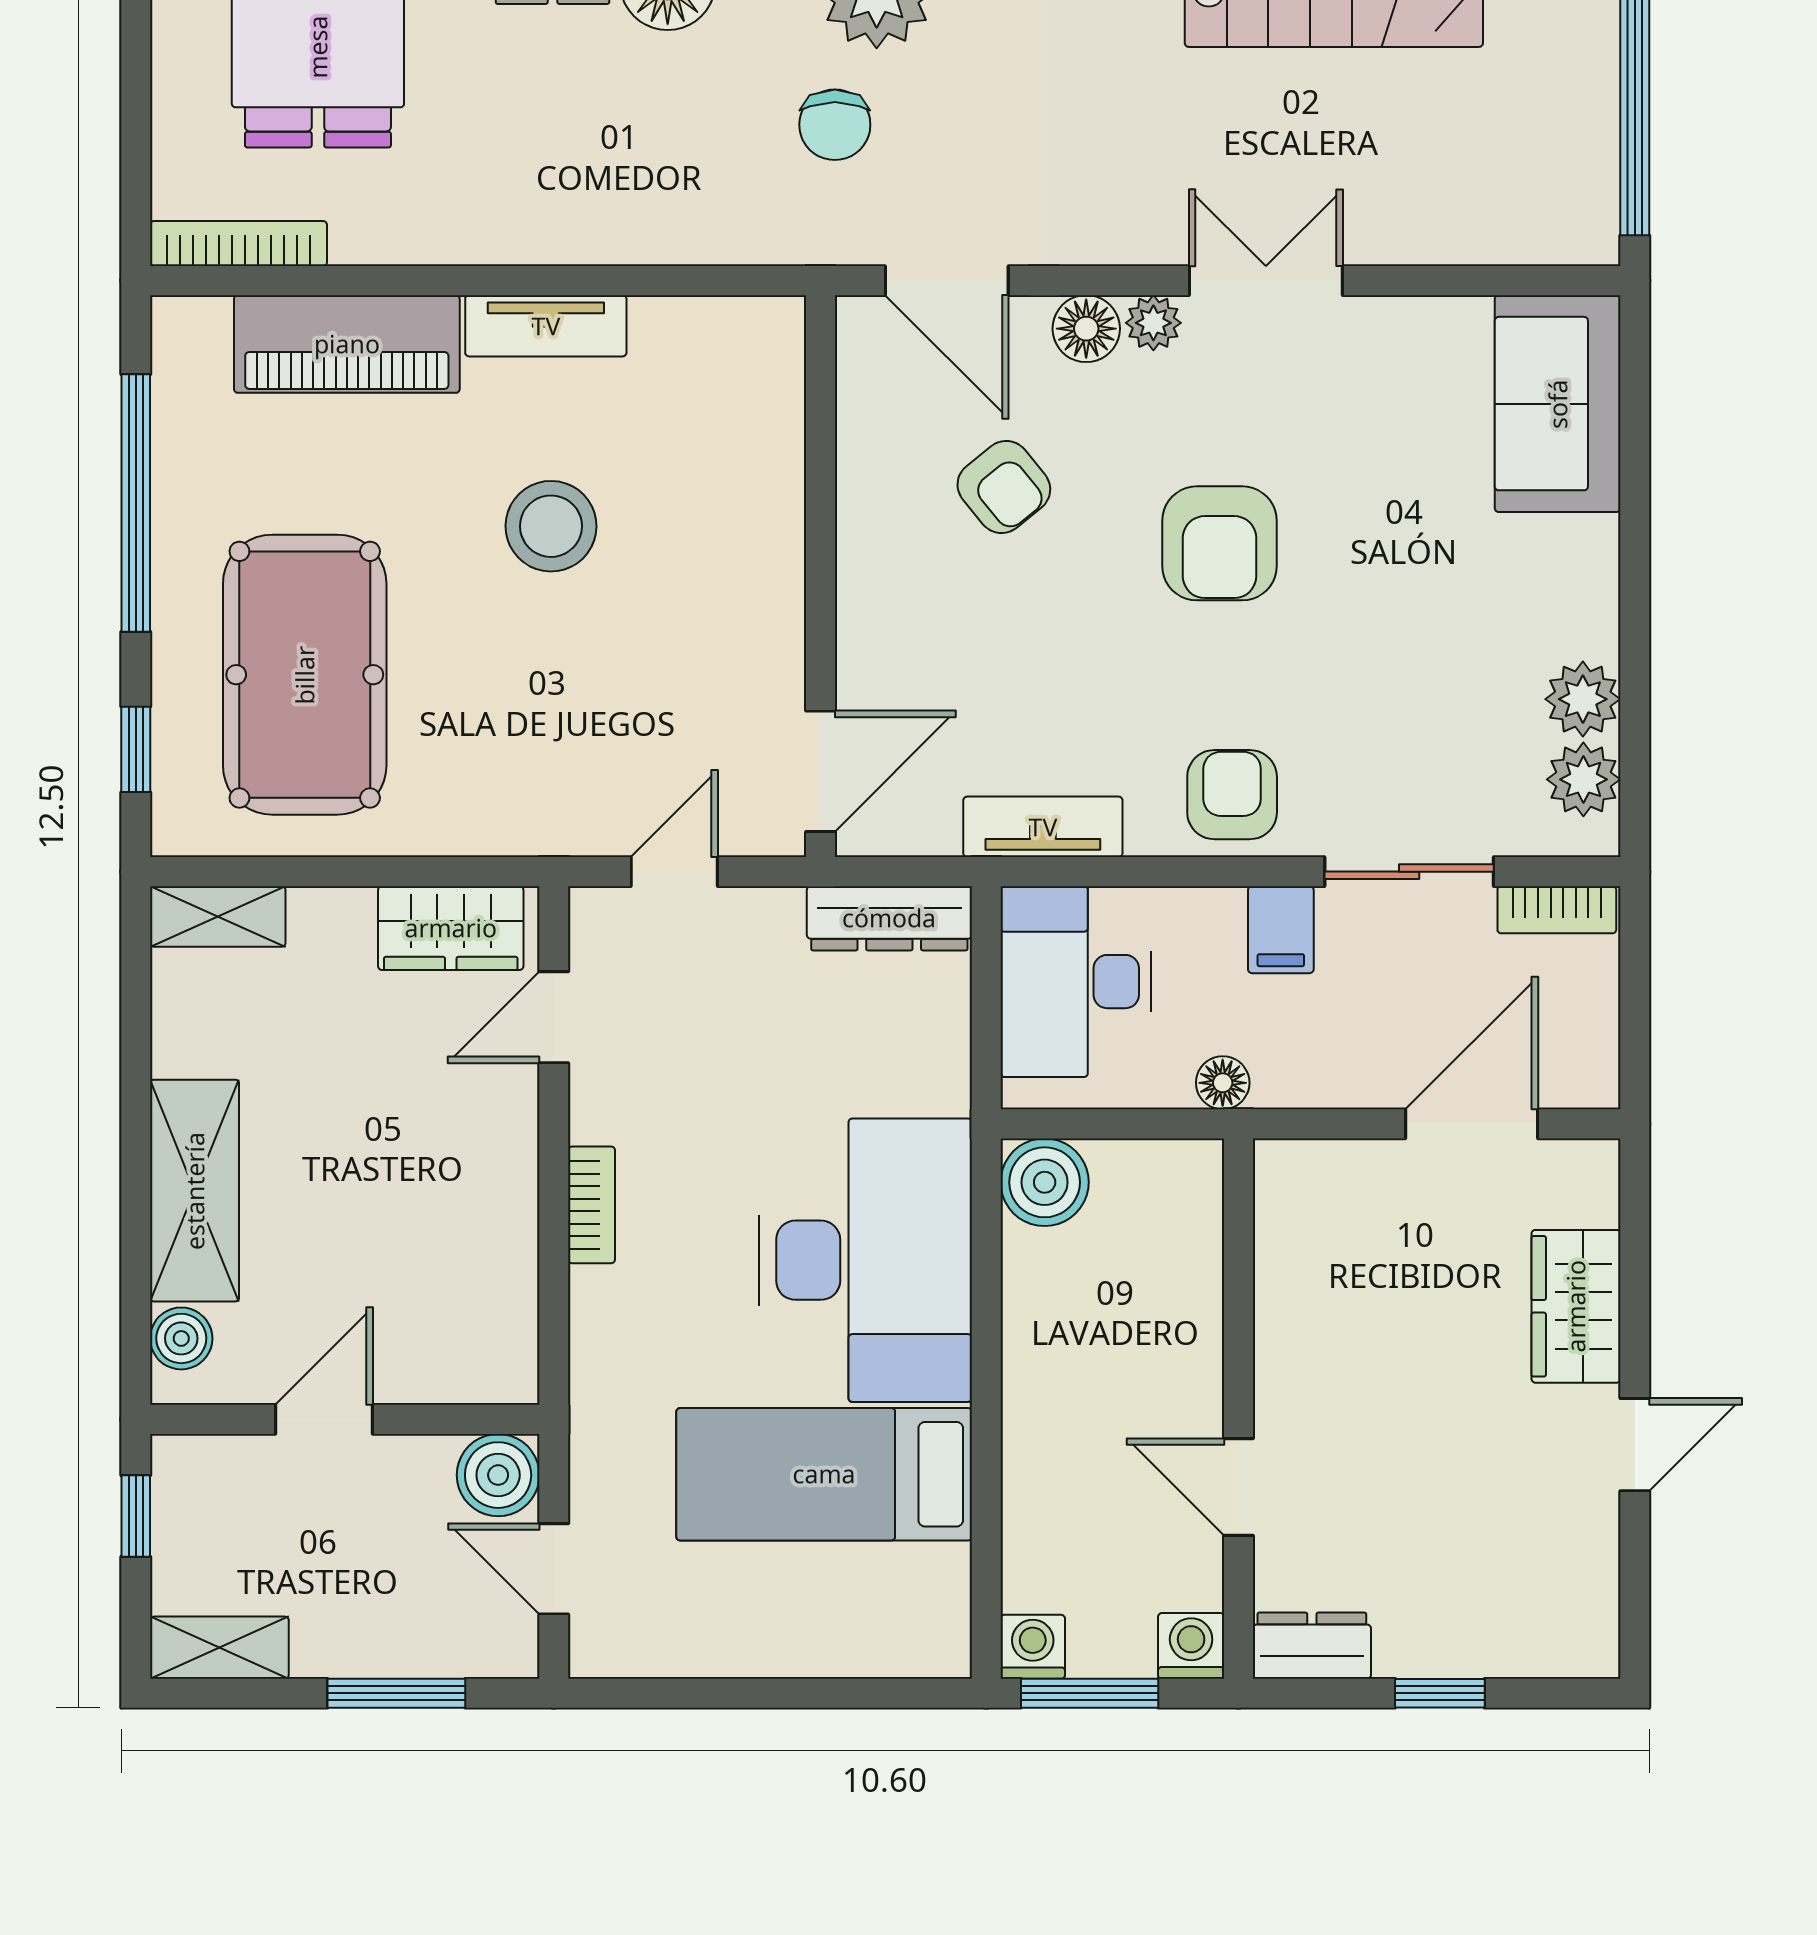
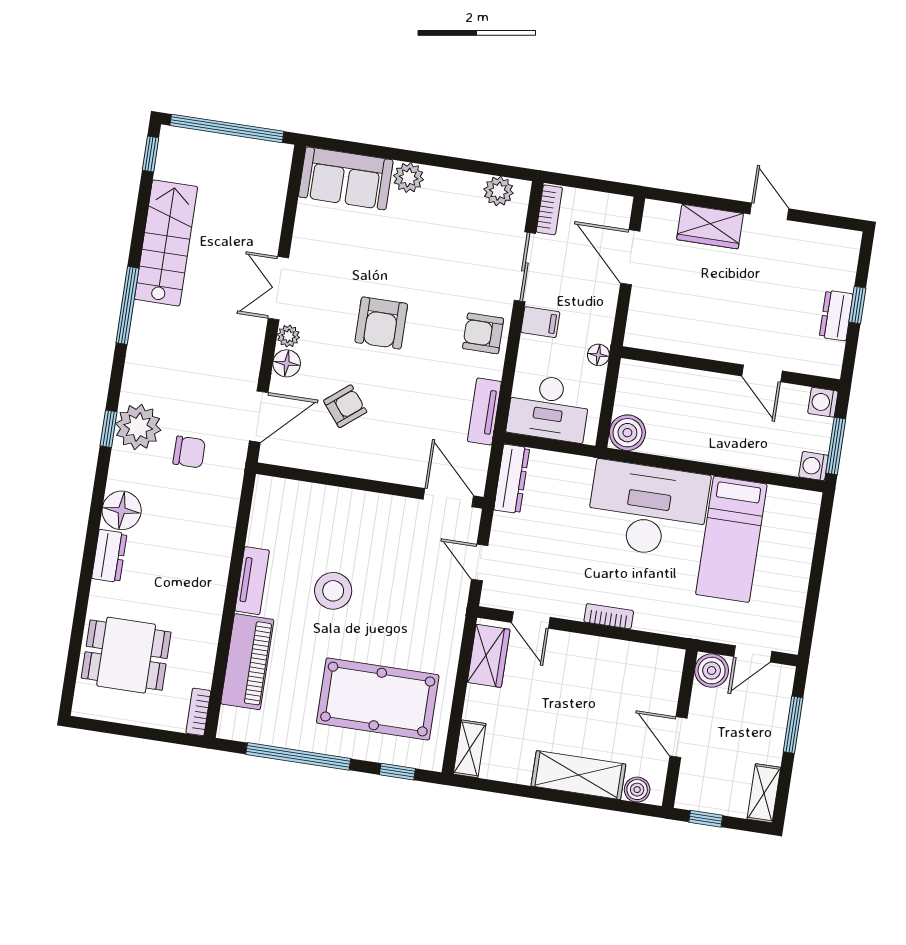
bookcase: (239, 244) -> (198, 712), width x0.64
armchair: (1220, 543) -> (381, 323), turned 90
plant: (1583, 699) -> (408, 178), moved
door: (1238, 1487) -> (762, 373), hinge flipped
dresser: (1312, 1646) -> (836, 315), moved

